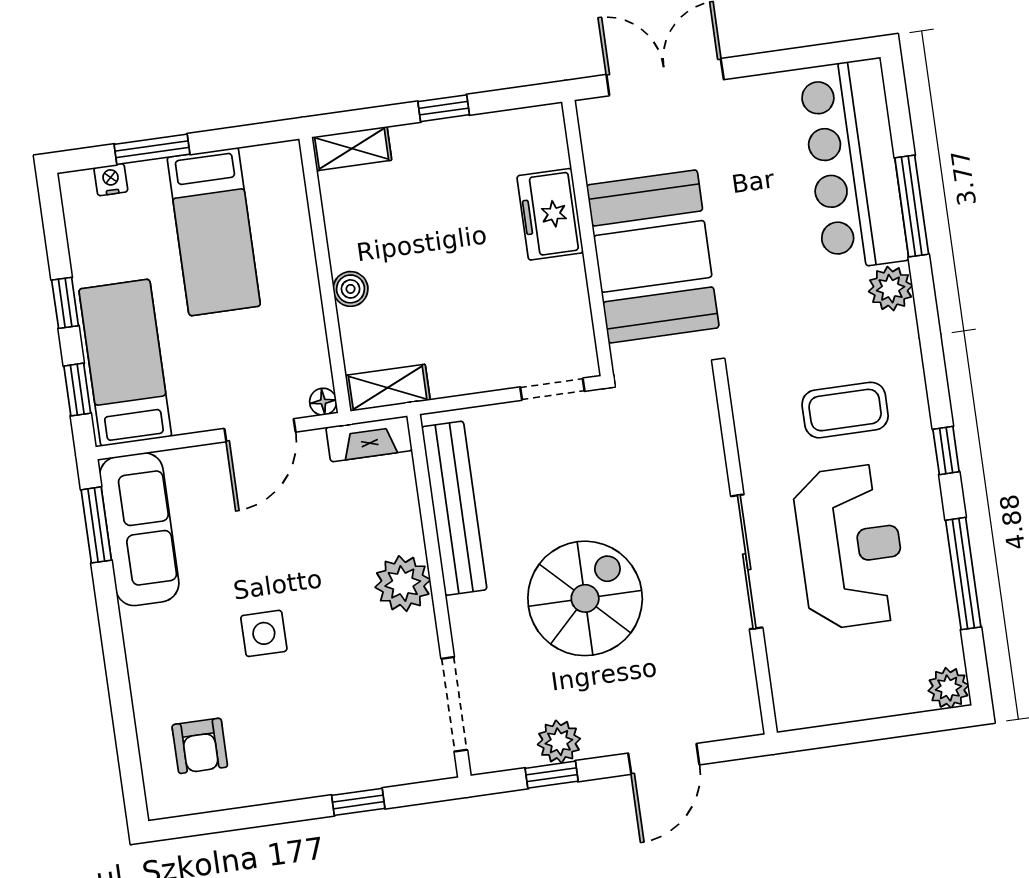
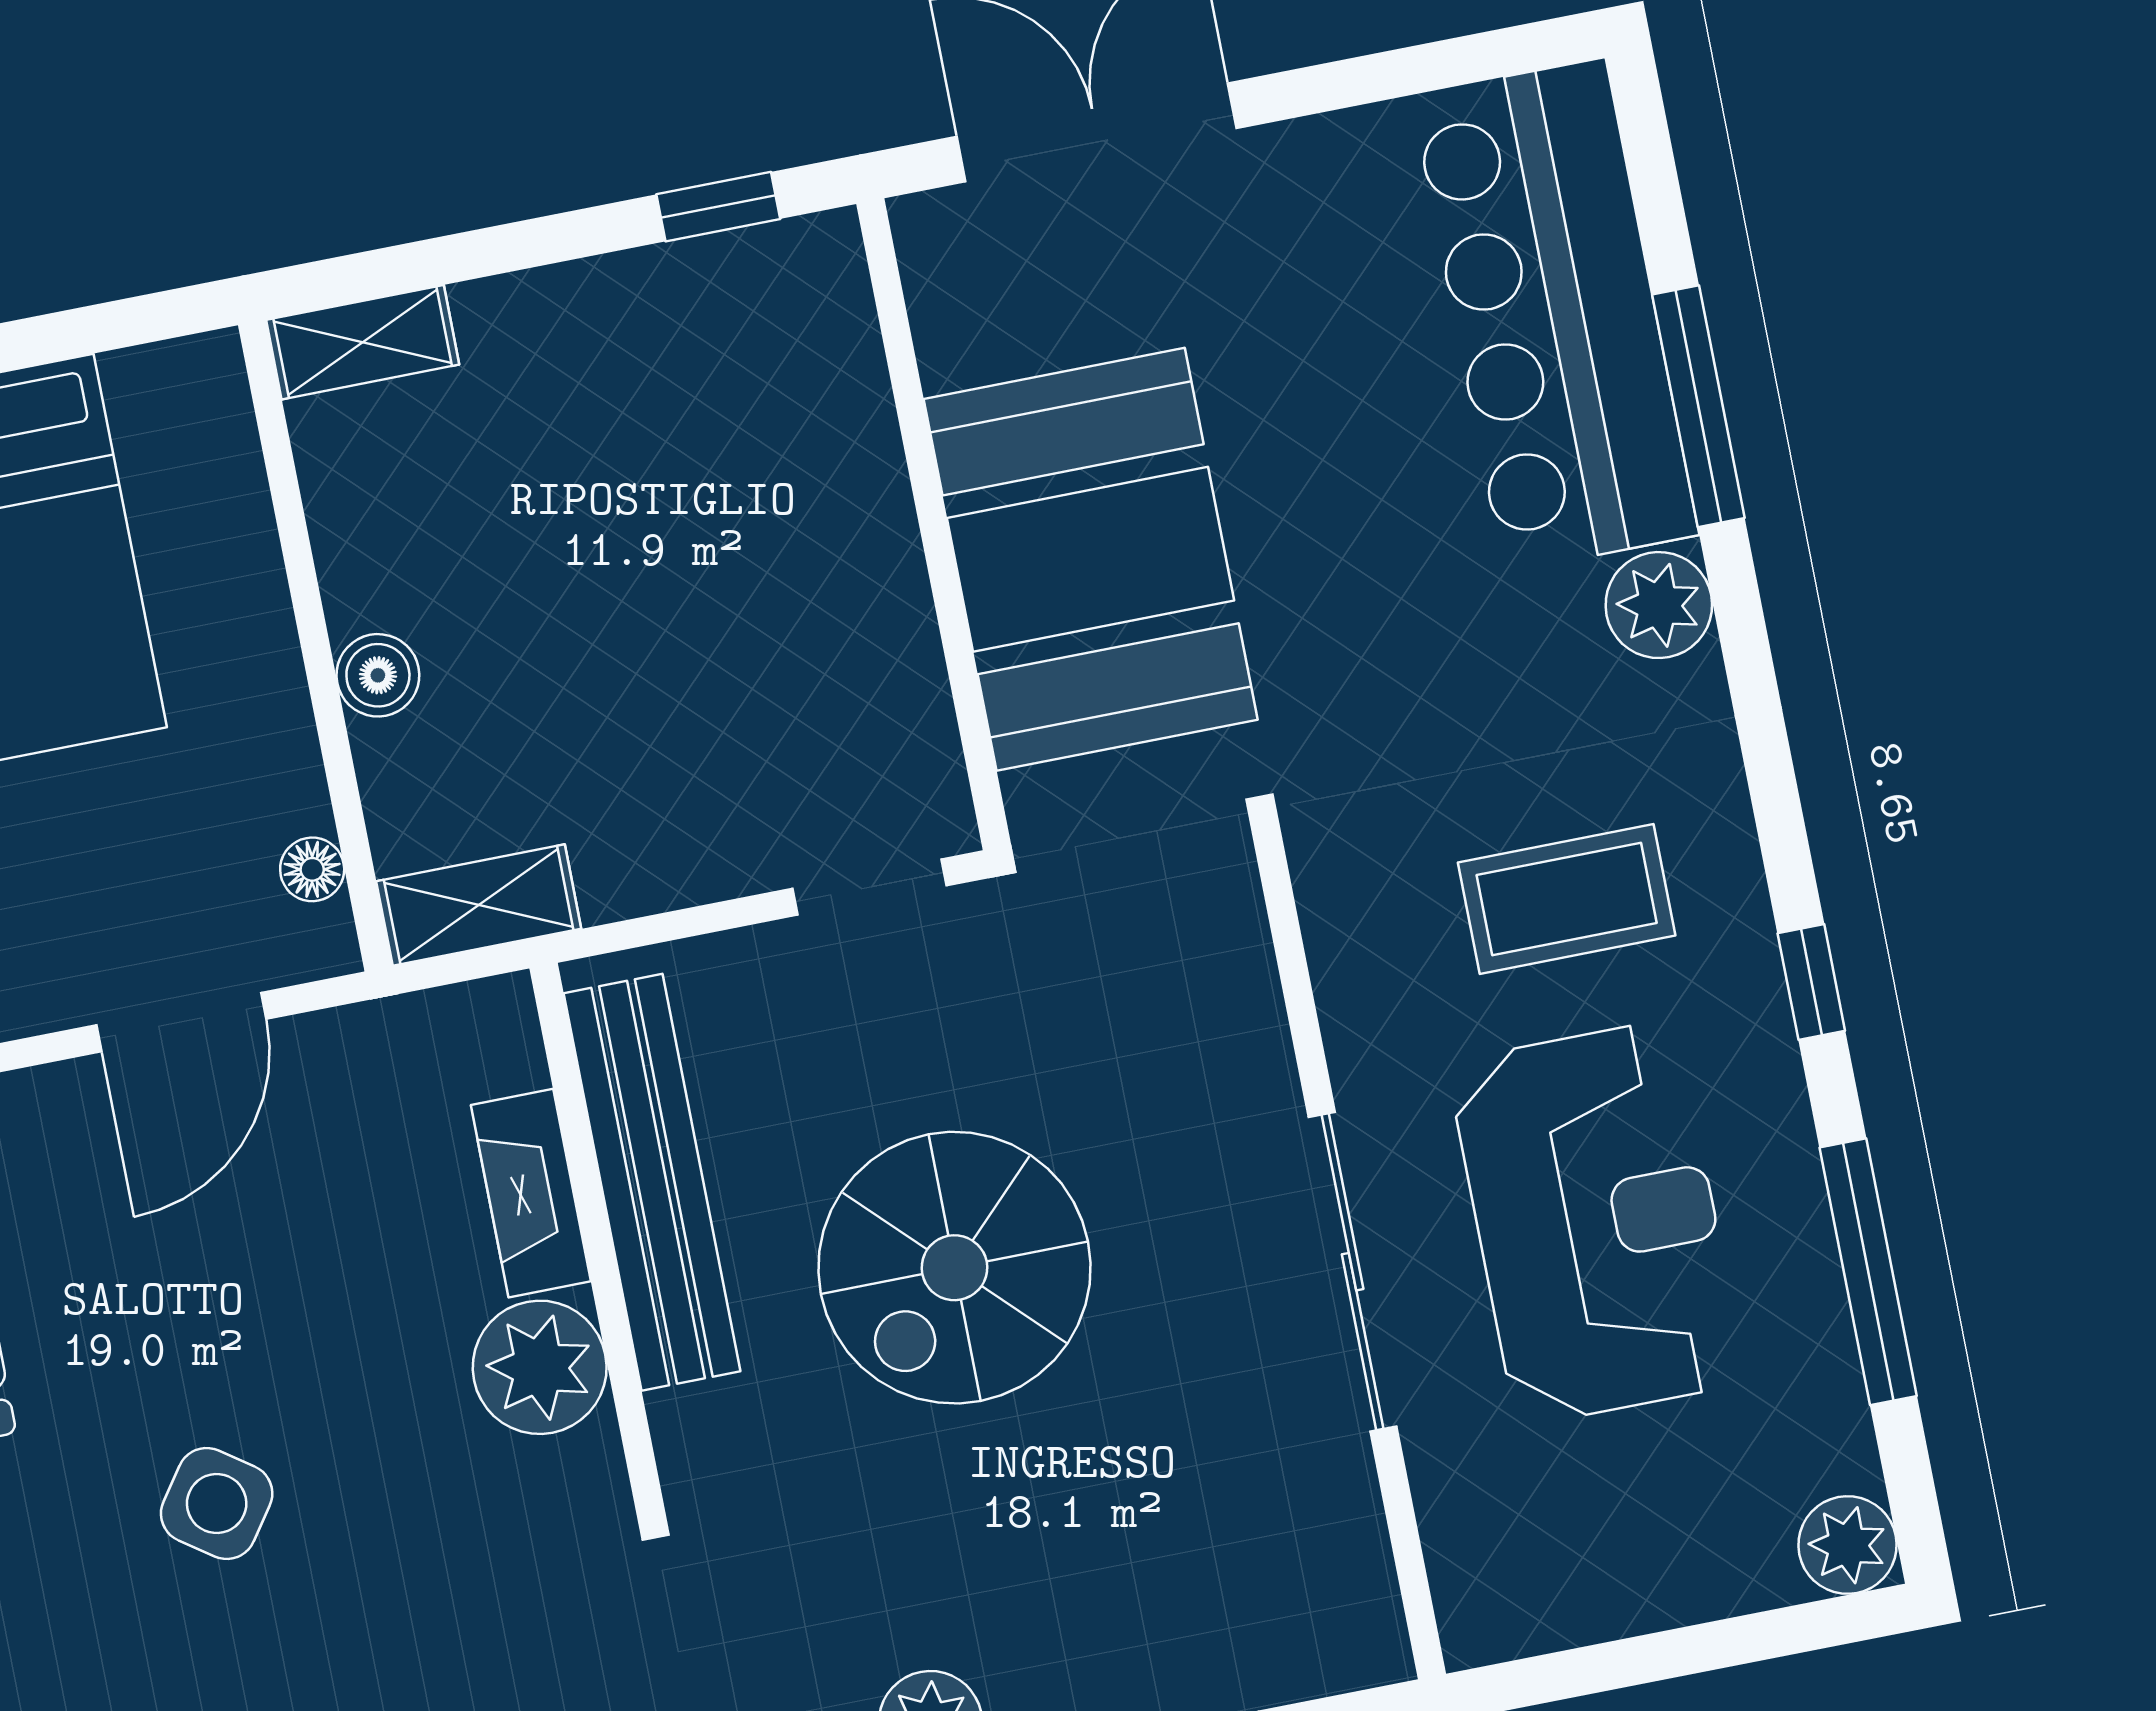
window: (444, 108) -> (718, 207), moved
freezer: (550, 214) -> (842, 472), removed
floor lamp: (323, 402) -> (312, 869), moved
fireplace: (369, 439) -> (531, 1193), moved, turned 90
spiral stairs: (585, 598) -> (954, 1268), moved, turned 180
side table: (264, 633) -> (217, 1504), turned 35

